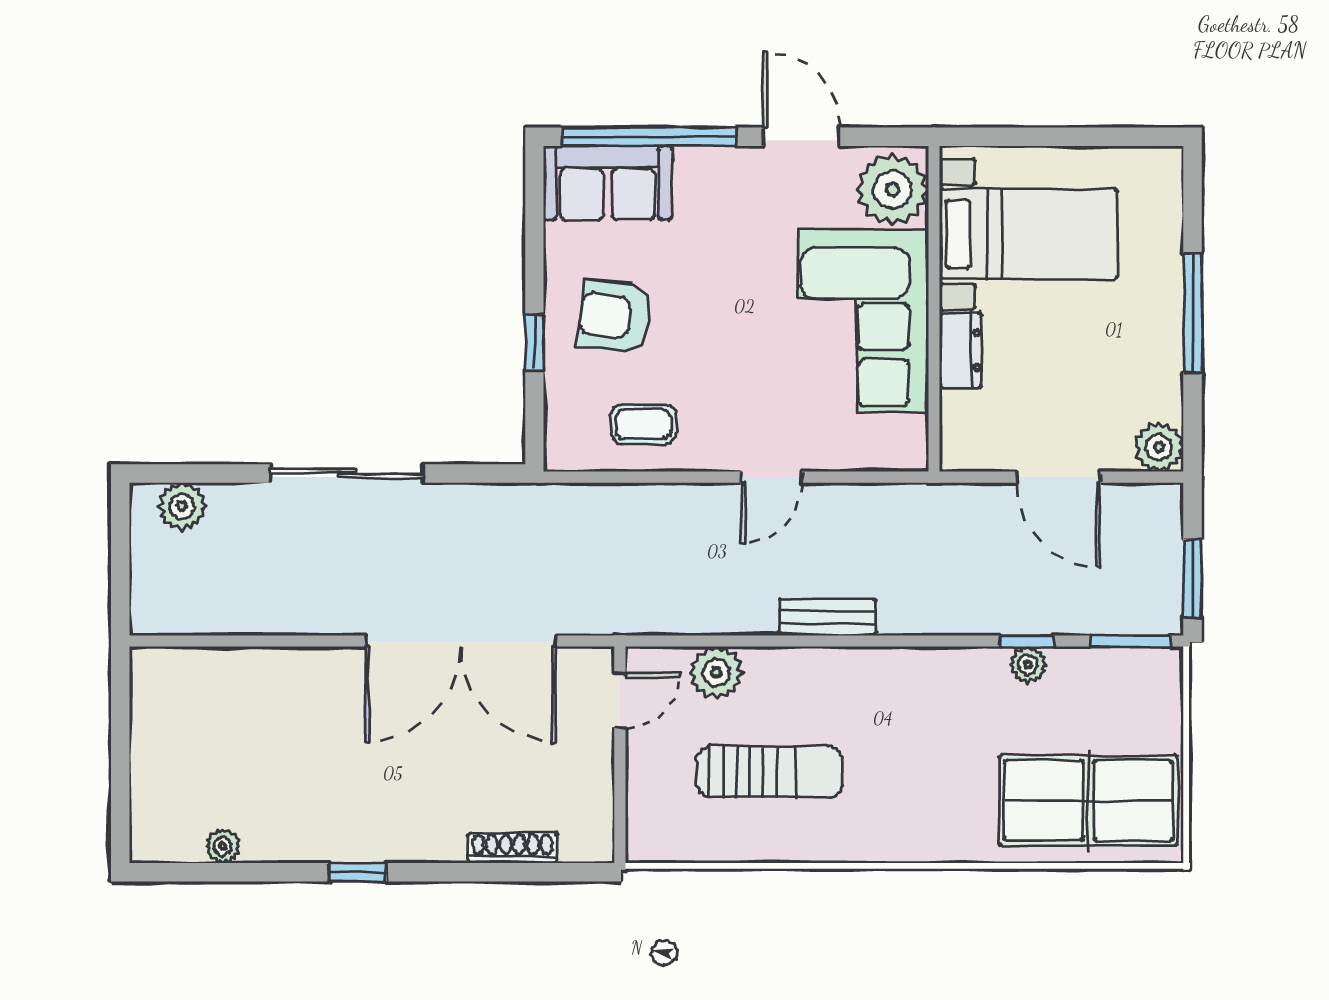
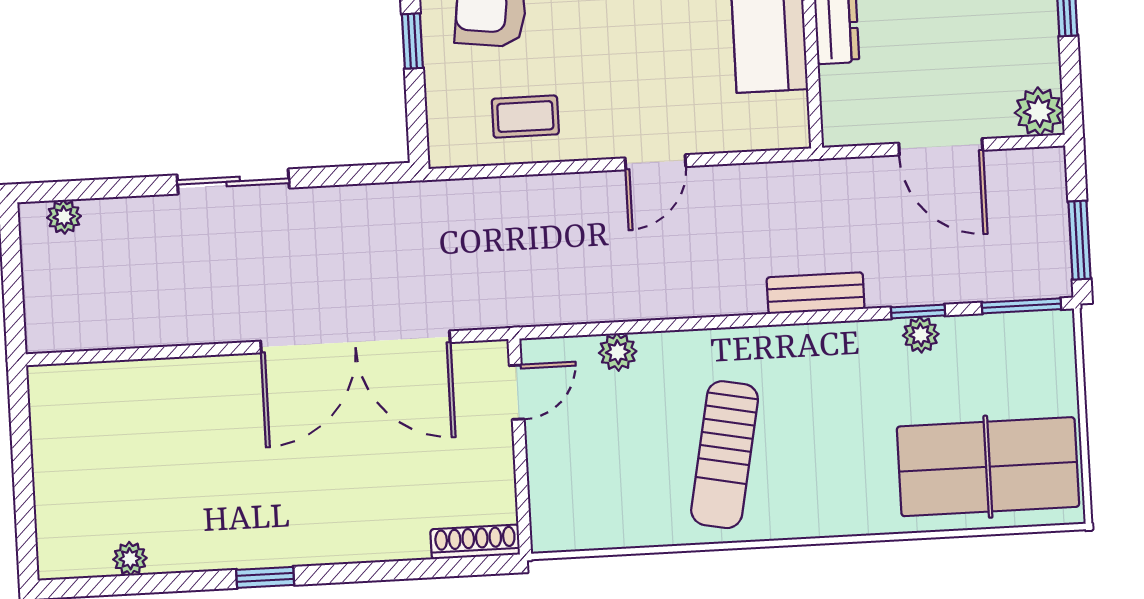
sliding door: (347, 474) -> (233, 182), width x0.73
plant: (182, 506) -> (64, 217), width x0.73, depth x0.73
bench: (827, 617) -> (816, 293), moved
plant: (716, 673) -> (618, 352), width x0.73, depth x0.73
sun lounger: (769, 772) -> (725, 455), moved, turned 101
shoe rack: (512, 848) -> (475, 542), moved

